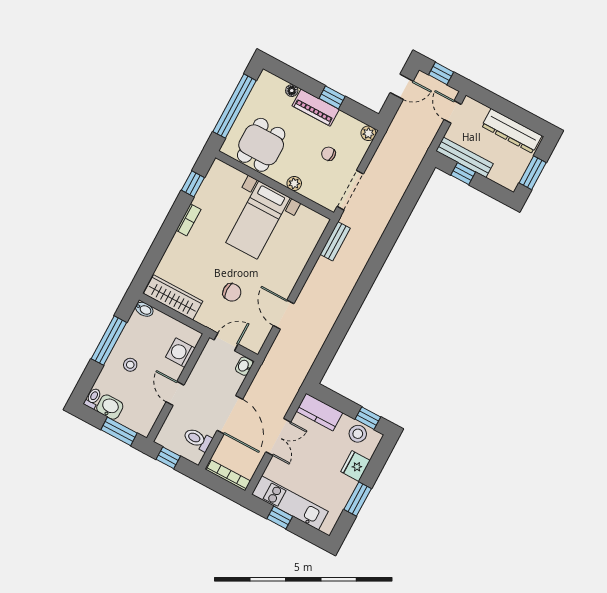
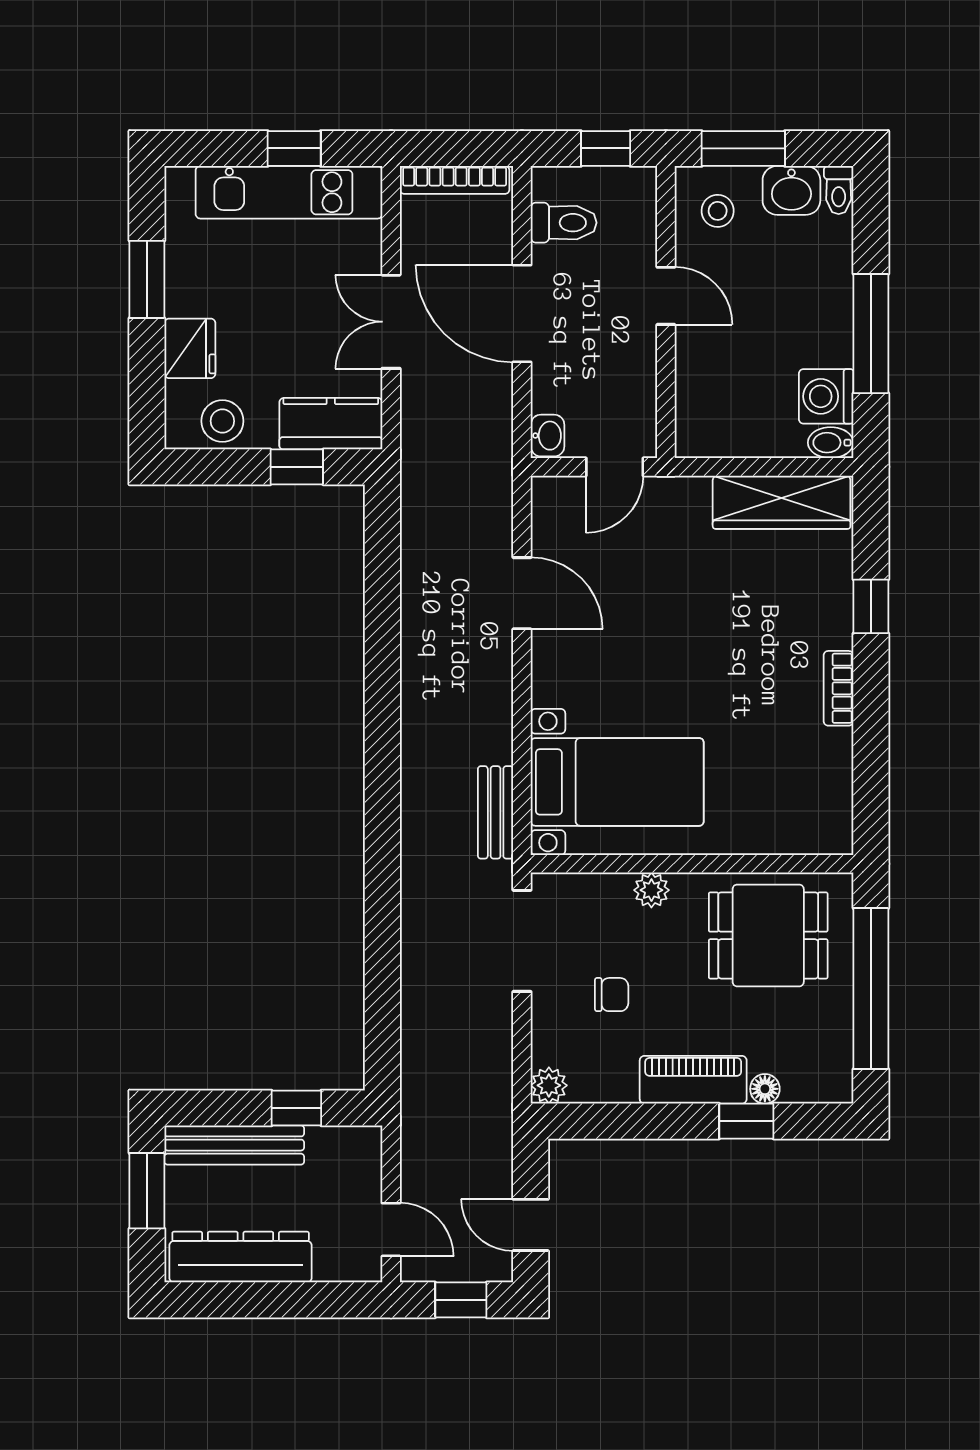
door: (402, 87) -> (531, 1225), hinge flipped
window: (332, 97) -> (746, 1121), moved
dining table: (261, 145) -> (768, 935), turned 90
bench: (464, 157) -> (234, 1145), moved
window: (193, 184) -> (871, 606), moved
bed with nightstands: (258, 220) -> (617, 782), moved, turned 90
chair: (232, 292) -> (660, 581), removed
washing machine: (180, 353) -> (826, 396), moved, turned 180
stool: (130, 365) -> (718, 211), moved
window: (368, 418) -> (297, 467), moved

